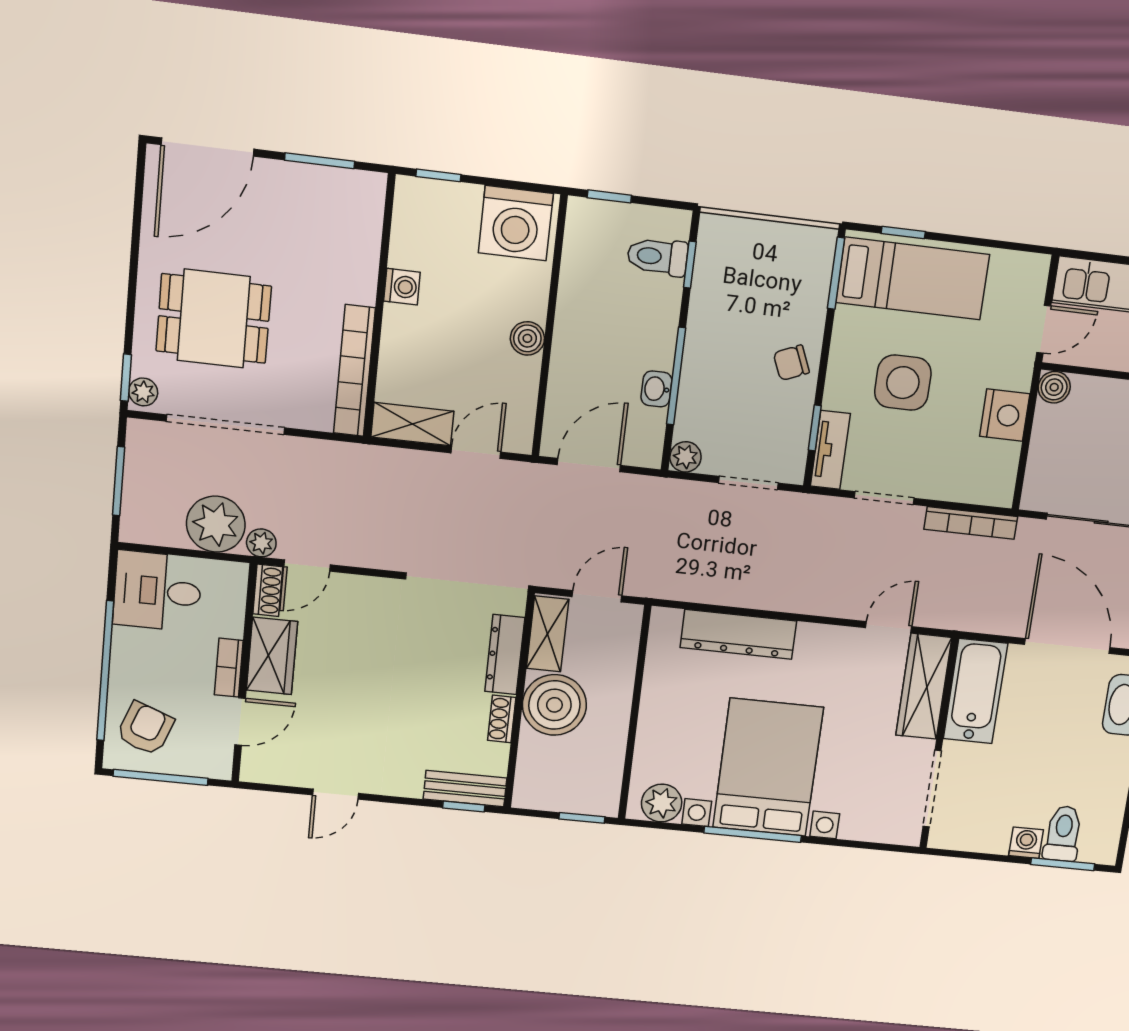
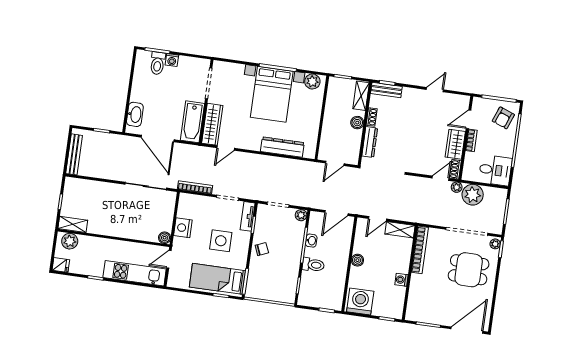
toilet: (657, 257) -> (313, 265), moved
shelving: (548, 634) -> (361, 96), moved
boiler: (554, 705) -> (357, 123), width x0.54, depth x0.54

